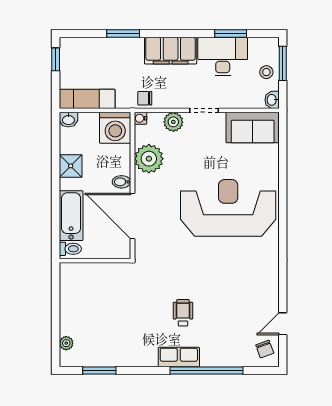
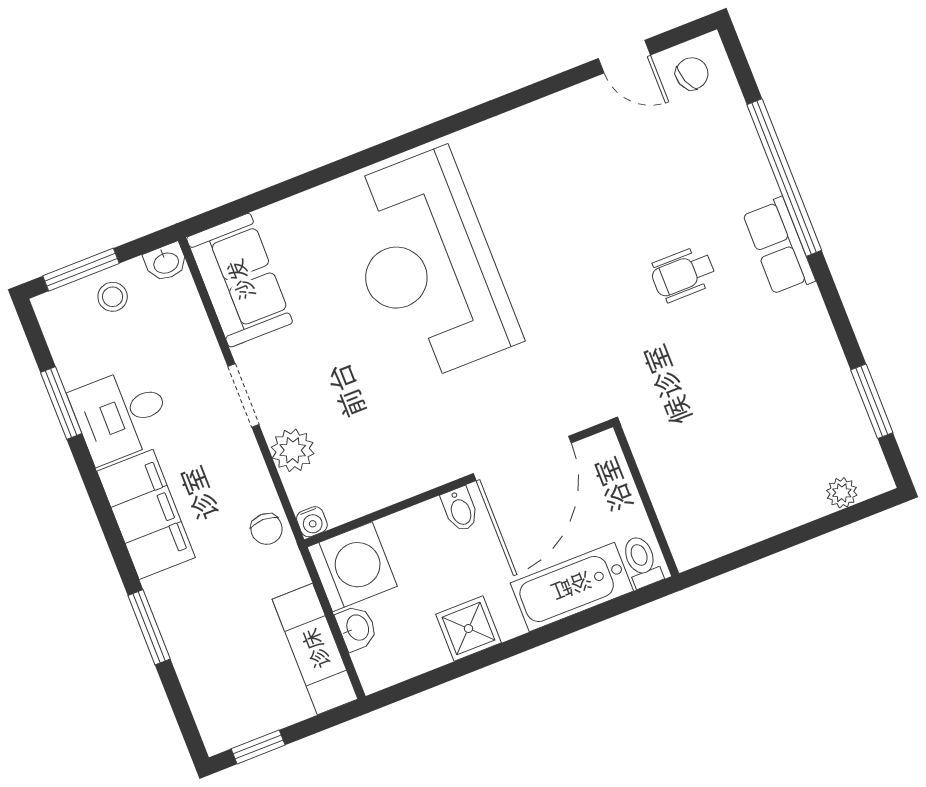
desk: (223, 57) -> (121, 415), width x0.73
washbasin: (68, 120) -> (357, 628), moved
plant: (149, 159) -> (389, 471), removed

